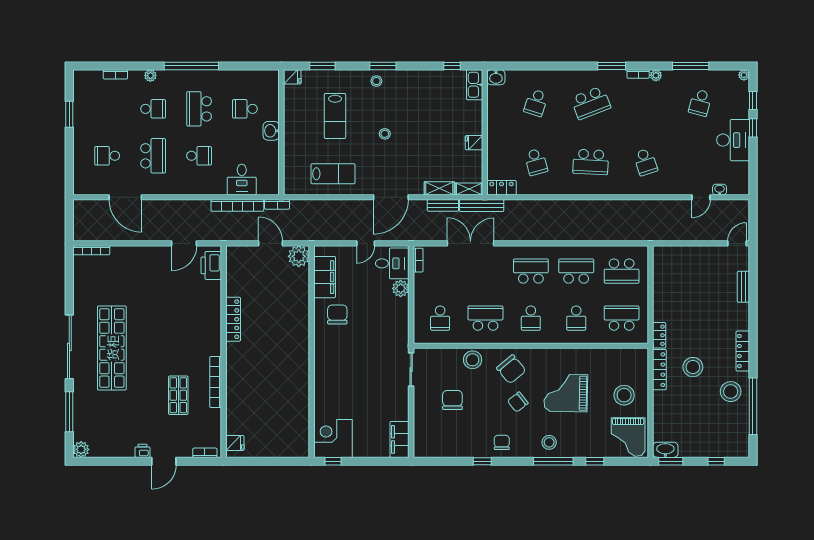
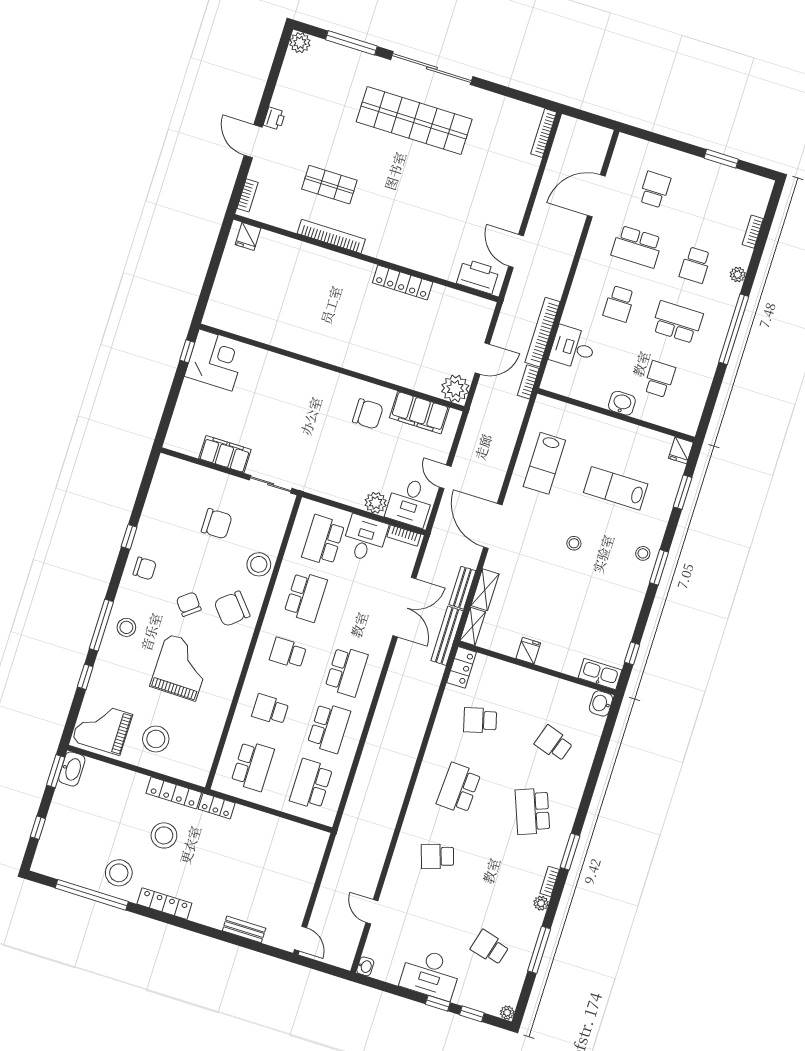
washbasin: (720, 190) -> (365, 966), moved
desk: (429, 288) -> (365, 538), added
school desk: (440, 318) -> (323, 540), width x1.85
filing cabinet: (400, 439) -> (225, 454), moved

